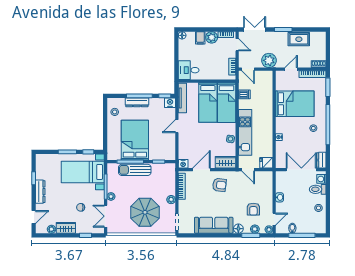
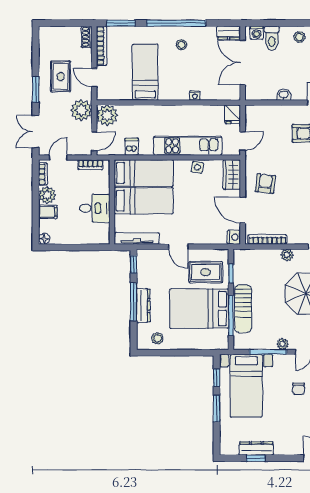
rug: (299, 39) -> (61, 76), moved
desk: (189, 70) -> (95, 208), moved, turned -90
plant: (266, 78) -> (107, 115), added
nightstand: (170, 103) -> (144, 257), removed
bed: (295, 104) -> (145, 72), width x0.67
rug: (160, 145) -> (206, 272), added
dresser: (40, 192) -> (256, 448), moved

